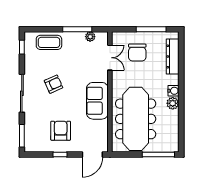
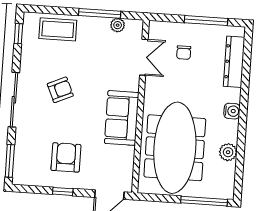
chair: (137, 53) -> (184, 53), width x0.54, depth x0.54
plant: (173, 103) -> (228, 152), moved

